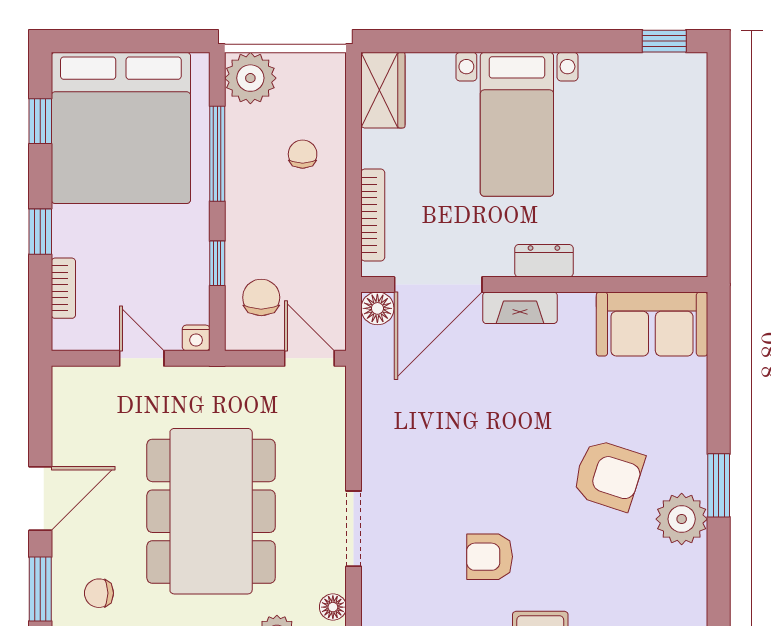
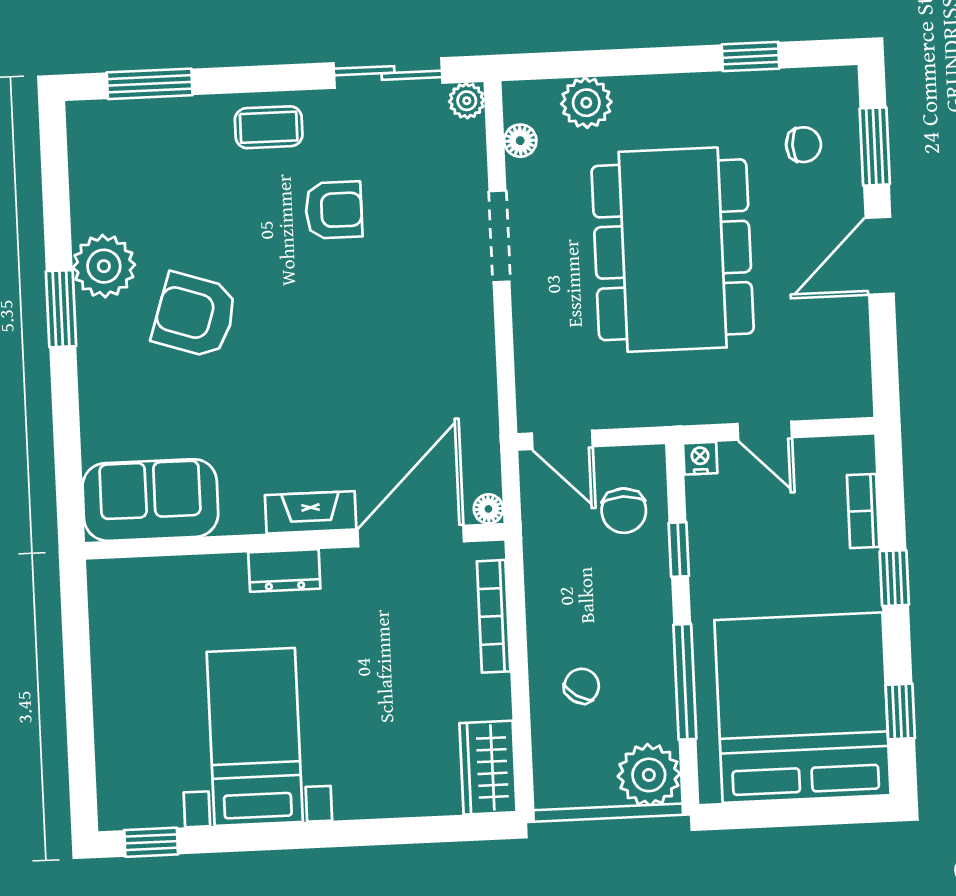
bed with nightstands: (517, 124) -> (255, 737), moved
chair: (303, 154) -> (582, 686), turned -148
floor lamp: (377, 308) -> (488, 509), width x0.73, depth x0.73

